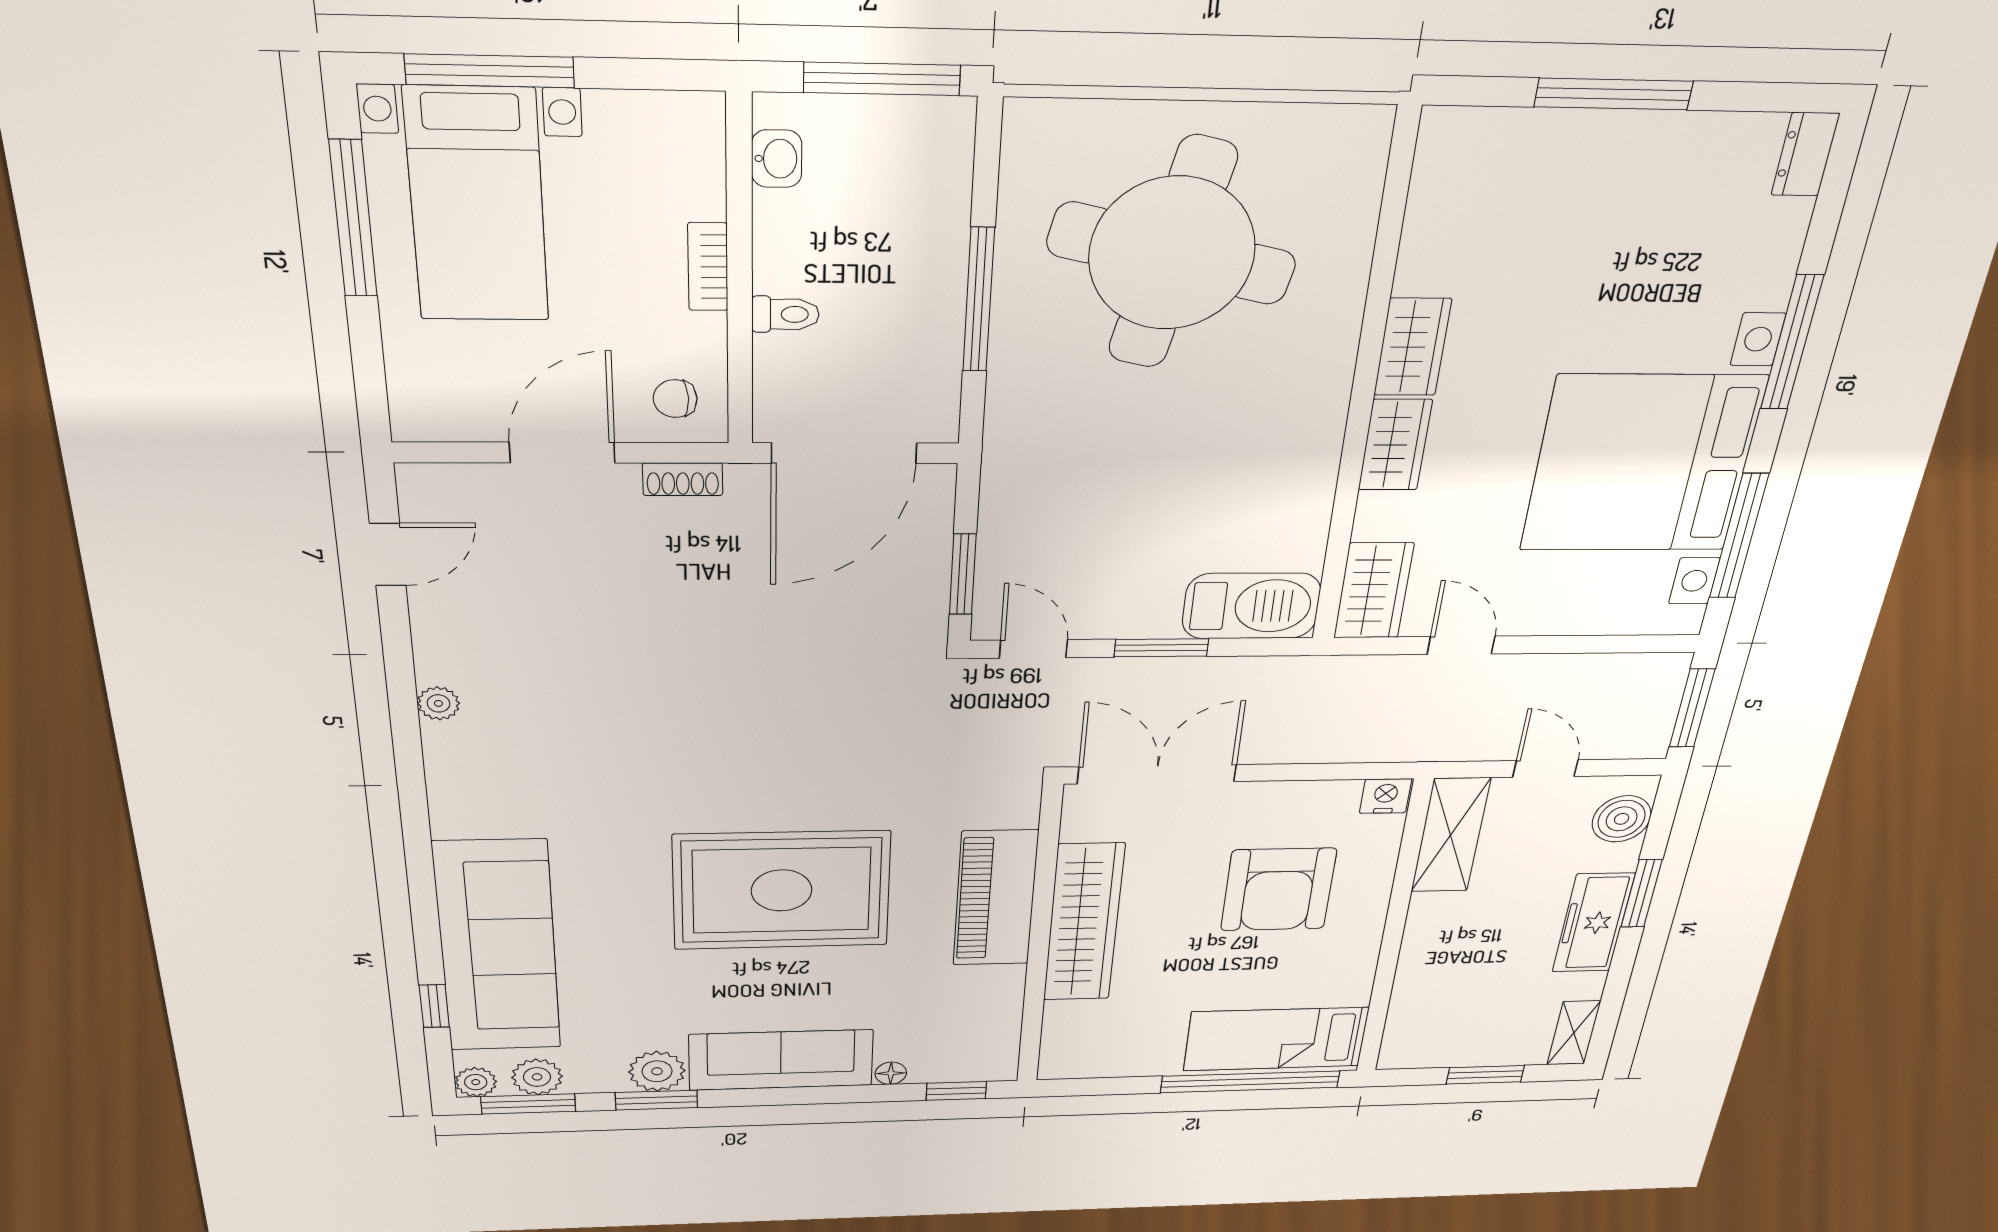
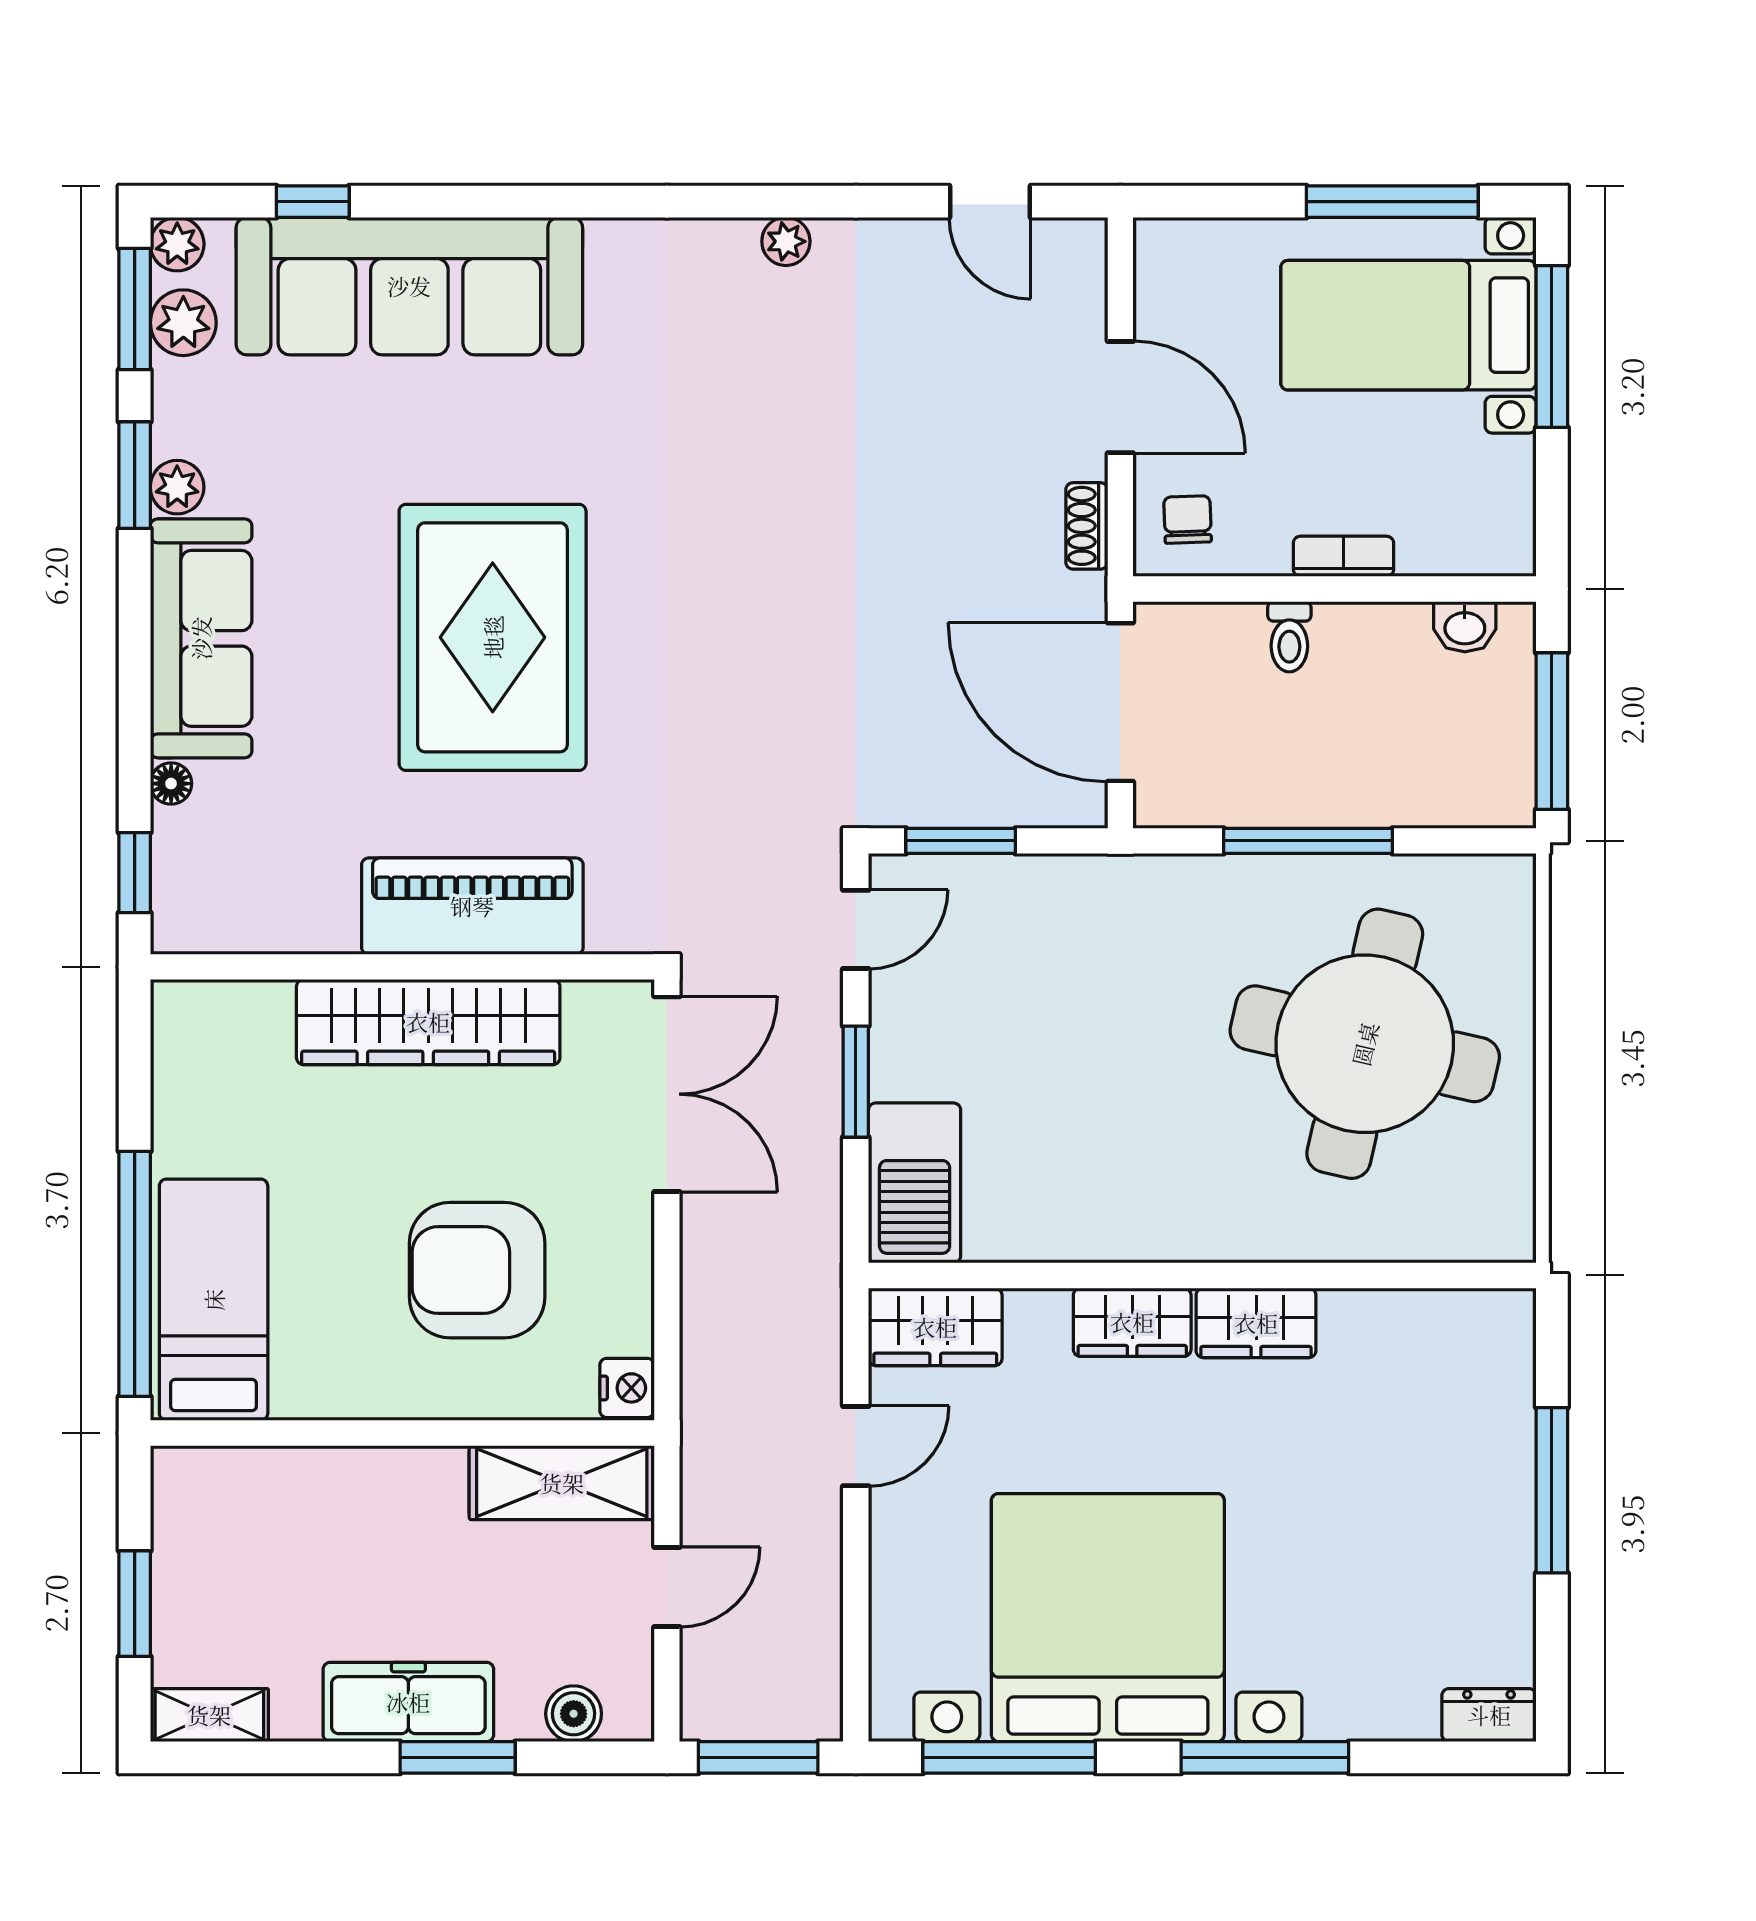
boiler: (1622, 819) -> (574, 1714), width x0.73, depth x0.73
plant: (657, 1071) -> (177, 487), width x0.73, depth x0.73

